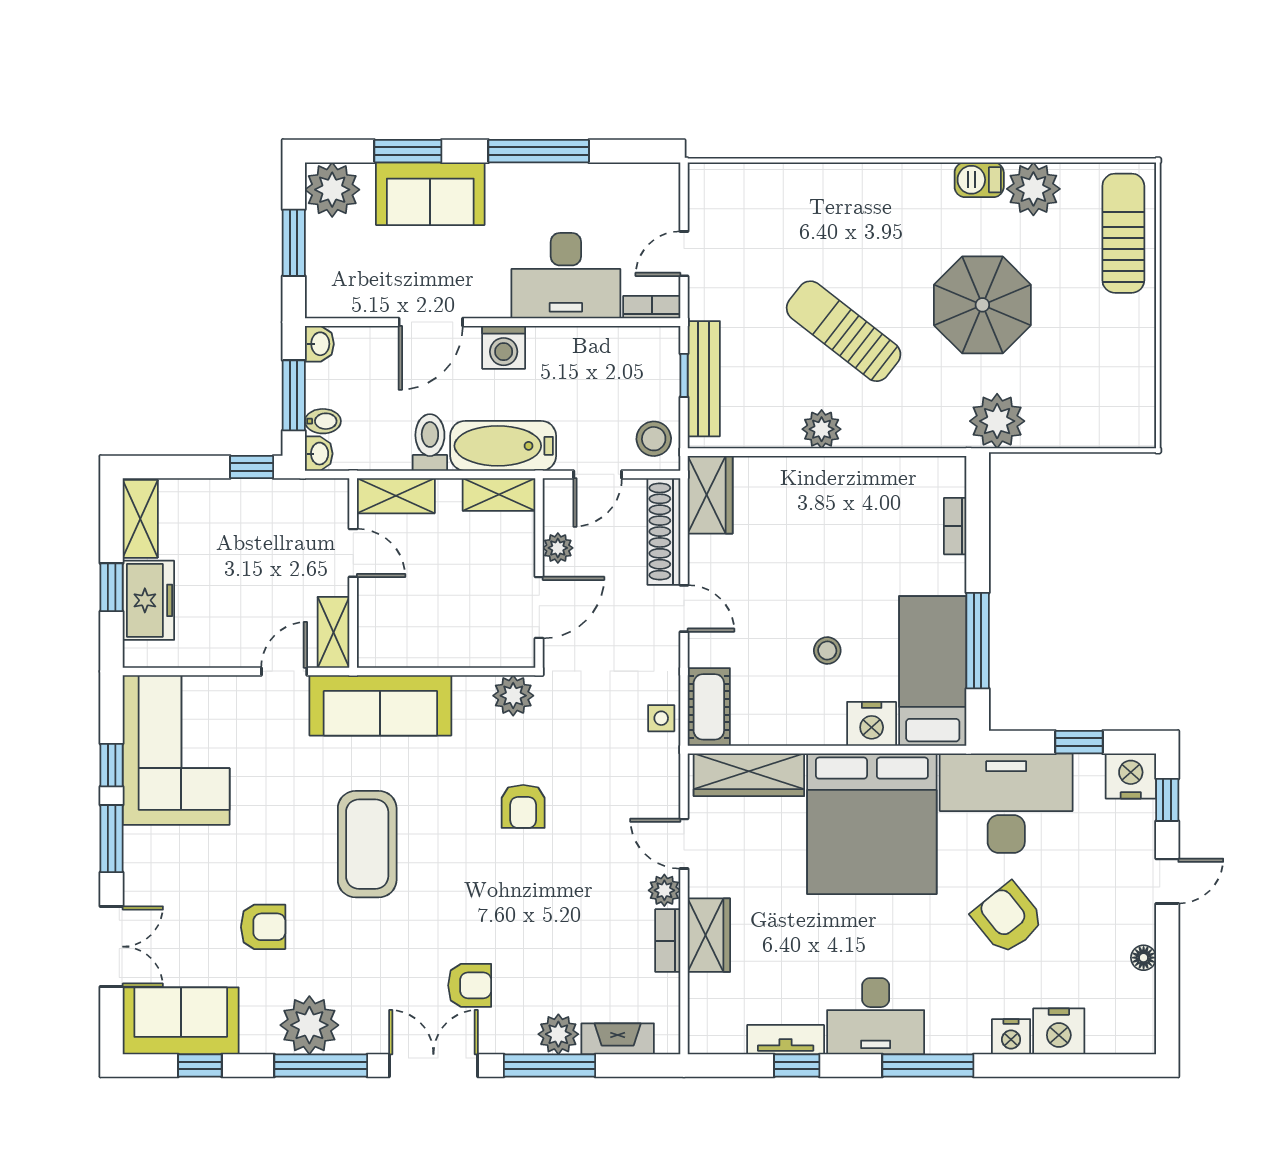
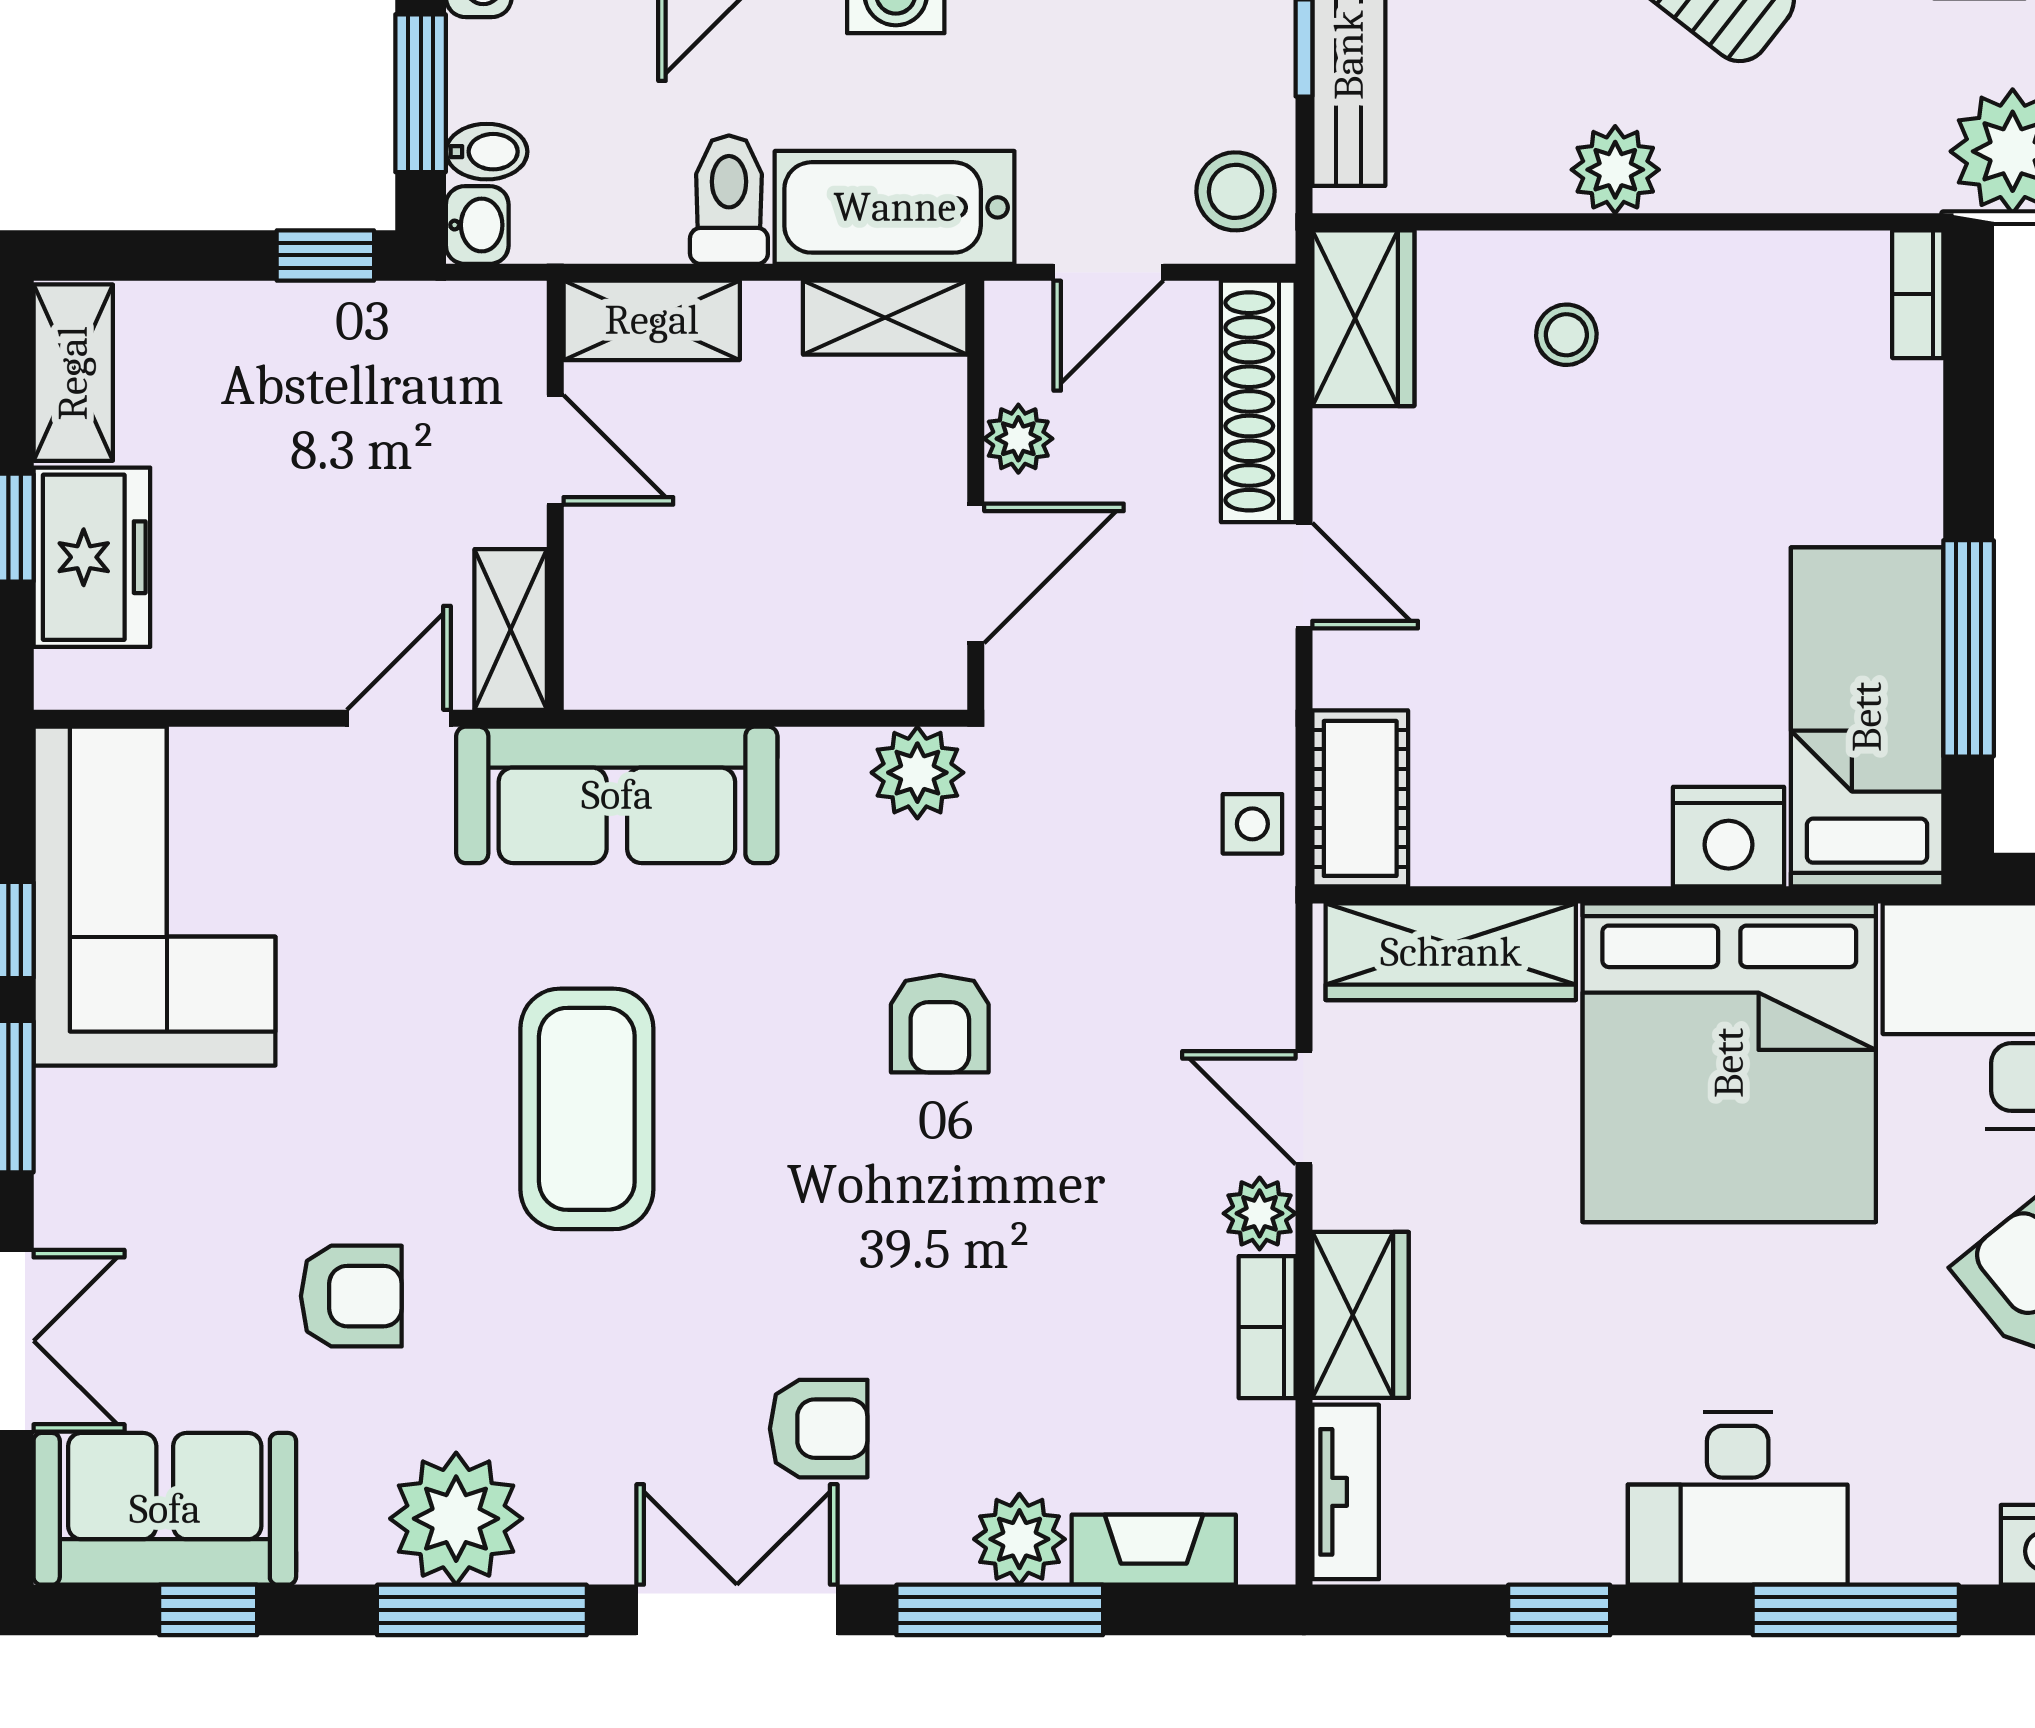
bookcase: (955, 526) -> (1918, 294), moved
stool: (827, 650) -> (1566, 335), moved
tv unit: (786, 1040) -> (1346, 1492), moved, turned 90

